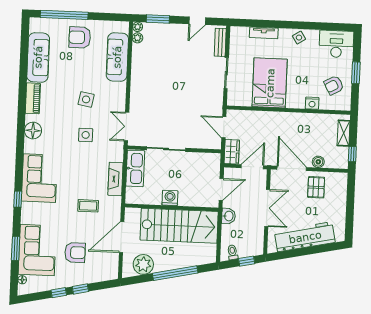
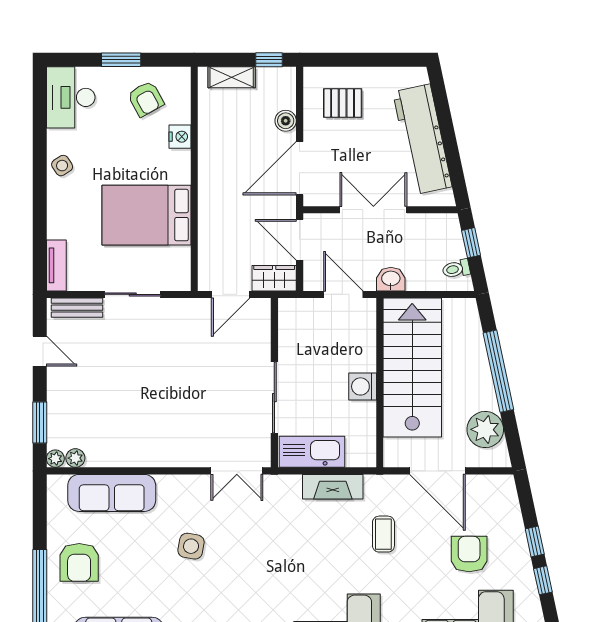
tv unit: (264, 33) -> (56, 265), moved
side table: (86, 135) -> (255, 544), removed
pallet: (316, 187) -> (343, 103), moved

